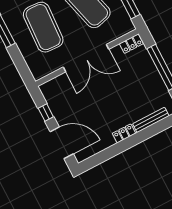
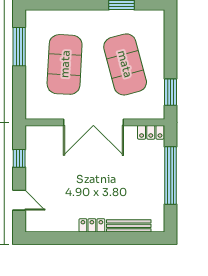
door: (62, 143) -> (19, 200), width x0.53

